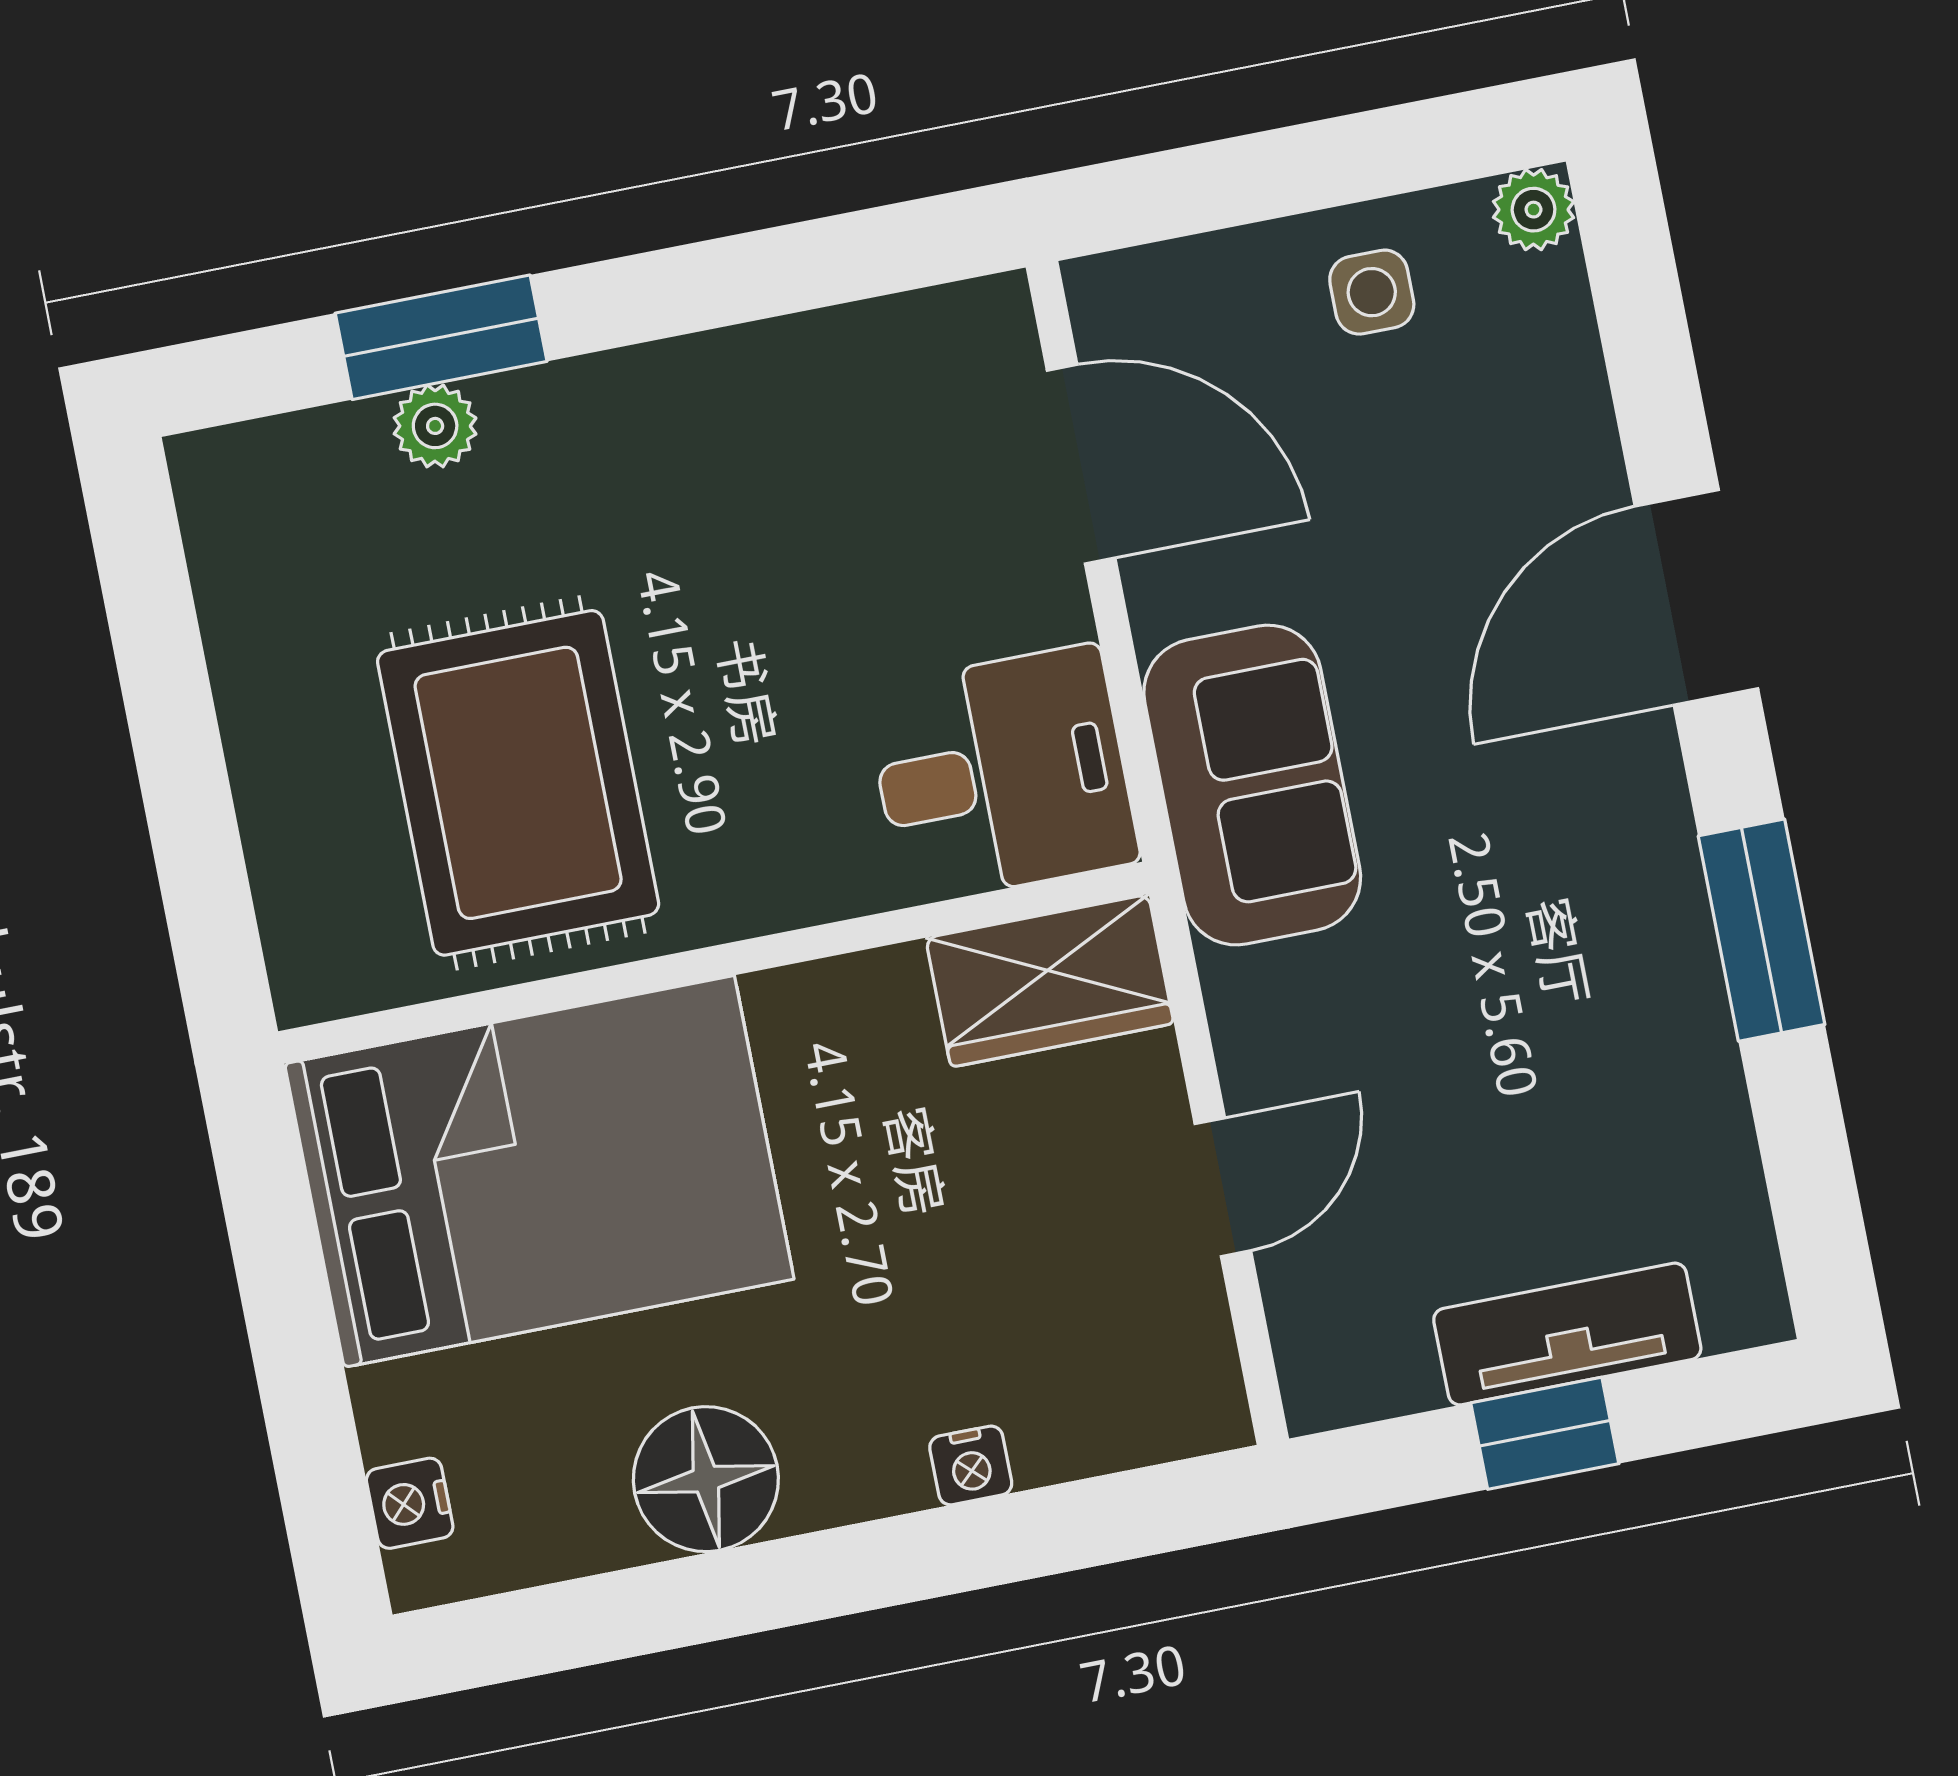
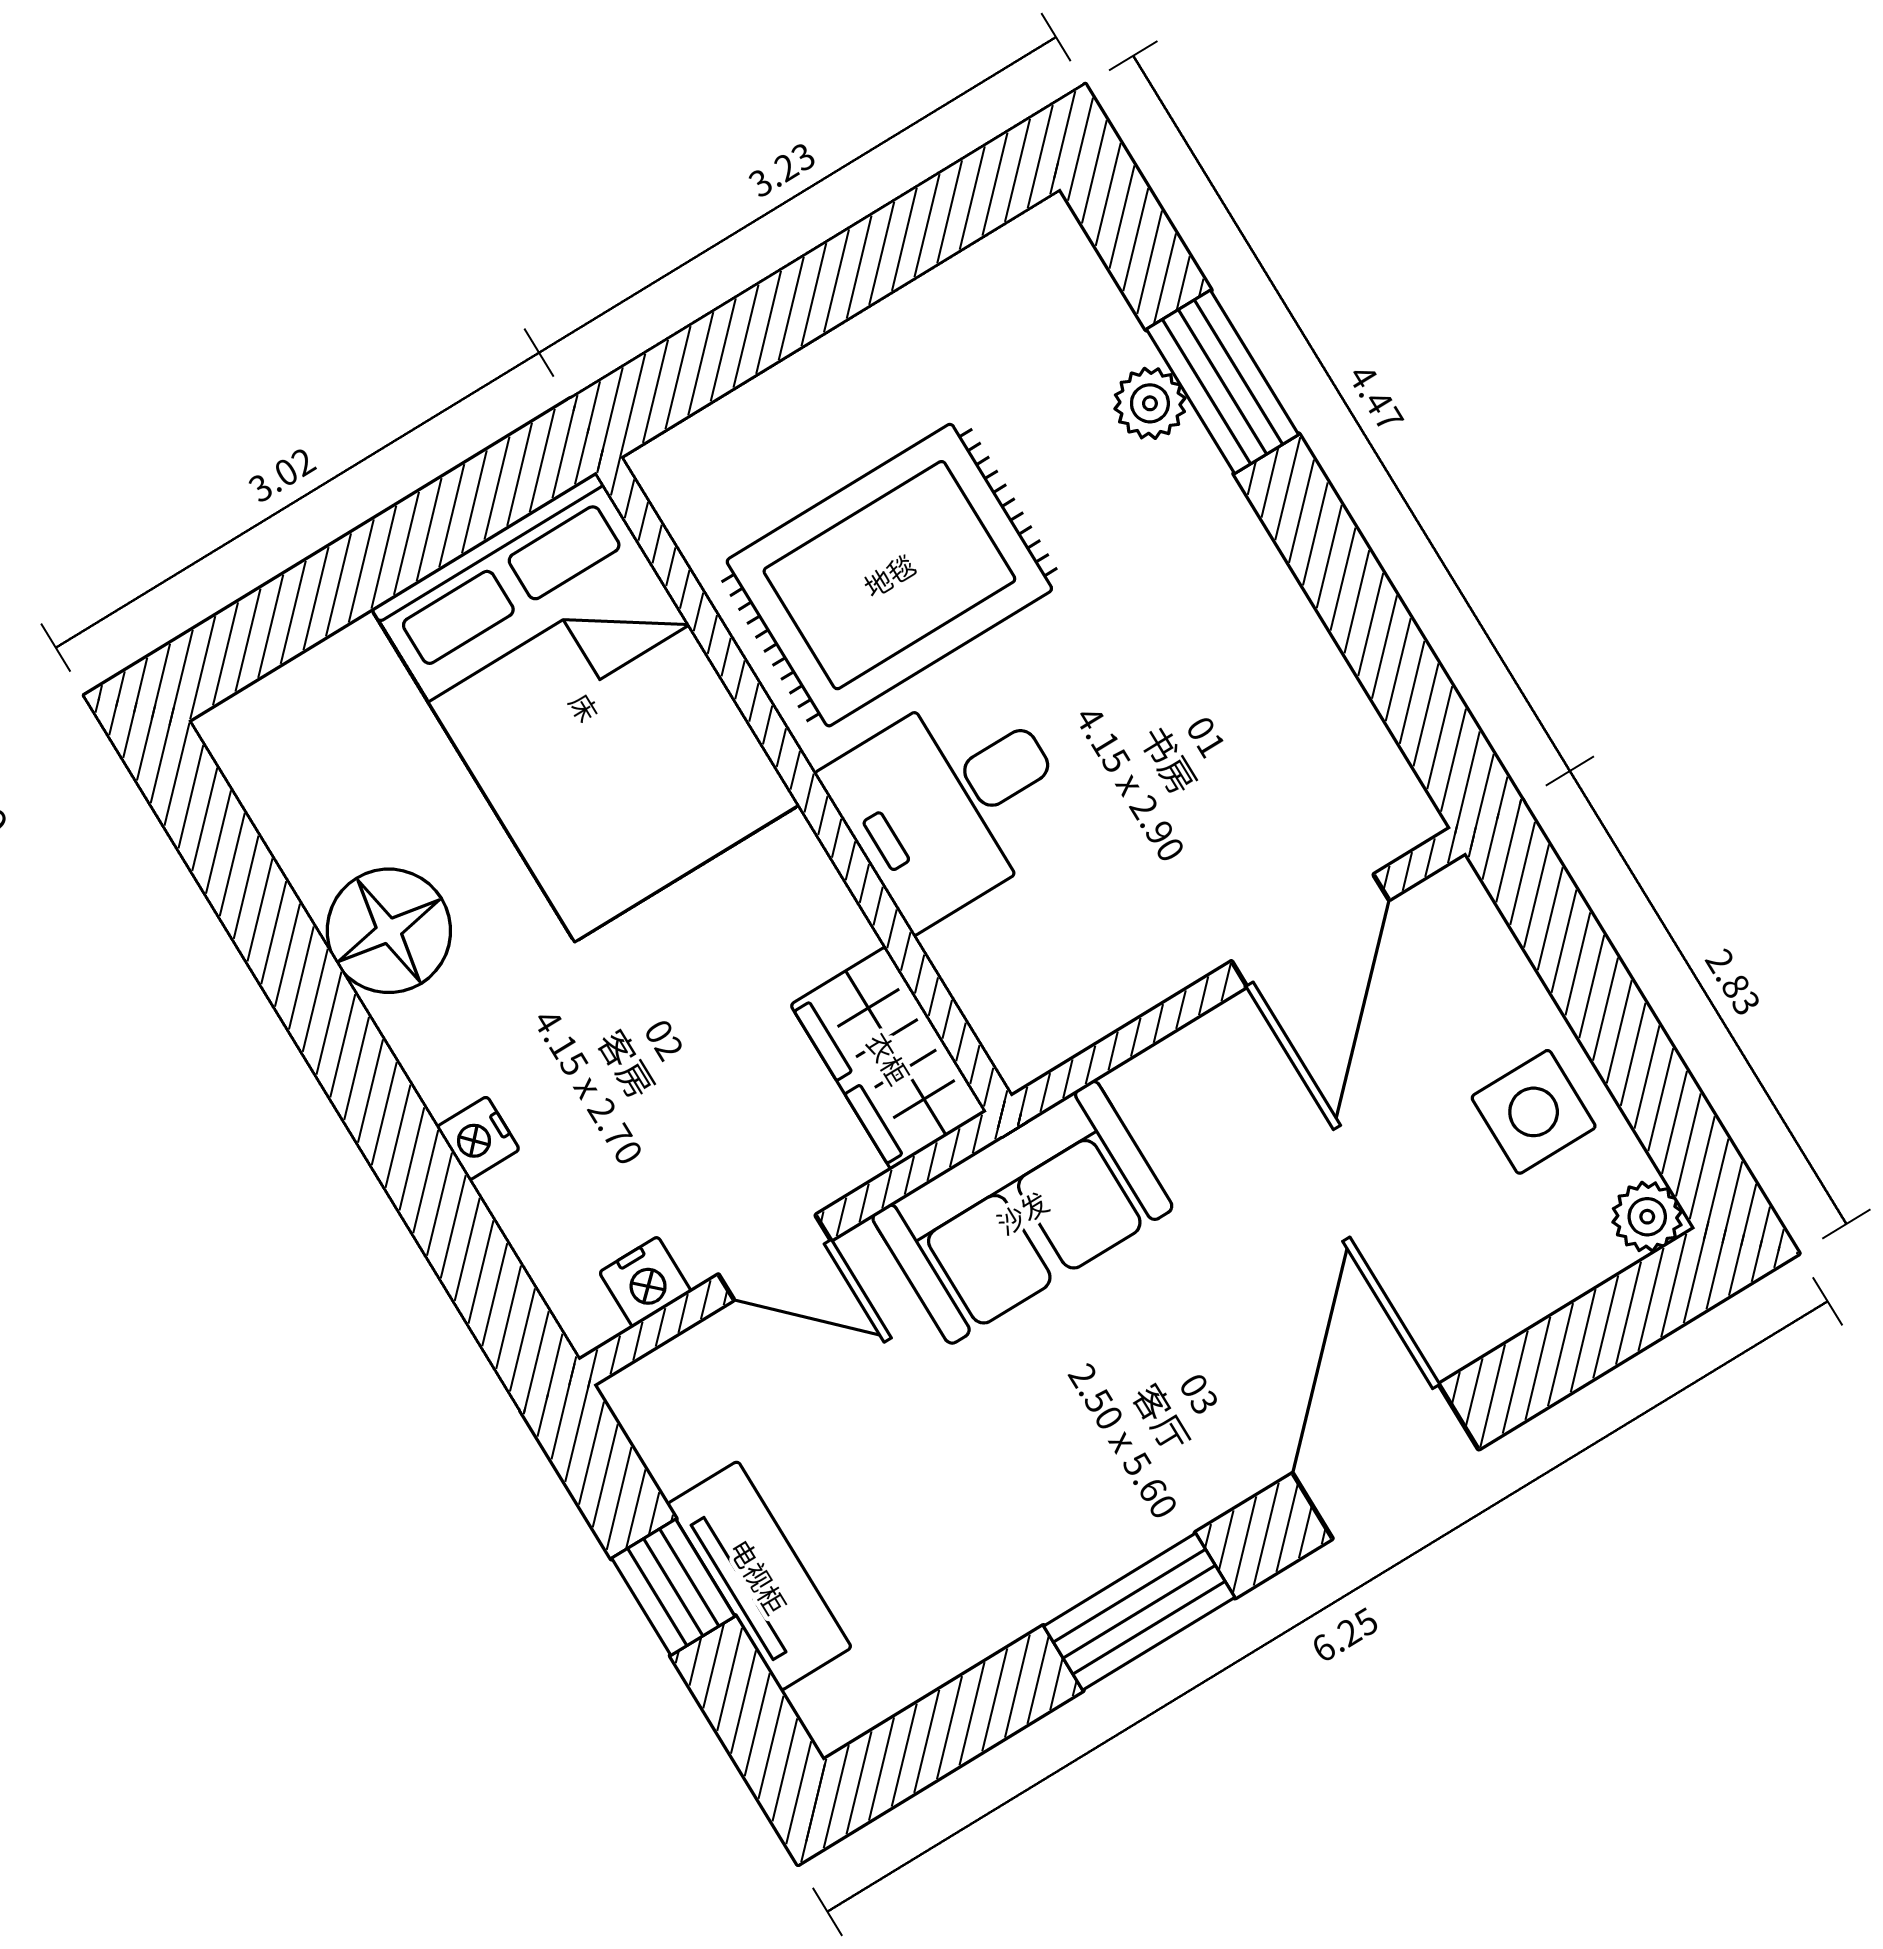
side table: (1372, 292) -> (1534, 1112), width x1.37, depth x1.37
door: (1696, 597) -> (1386, 1461), hinge flipped
desk: (1002, 775) -> (952, 801), moved, turned 90
sofa: (1252, 785) -> (1022, 1212), moved
nightstand: (410, 1503) -> (645, 1282), moved, turned 180

